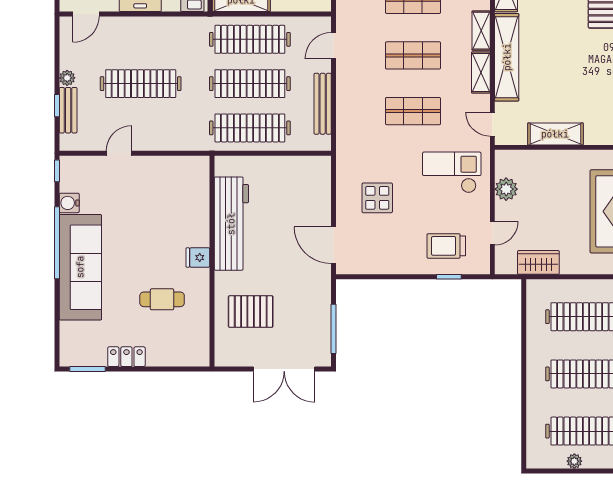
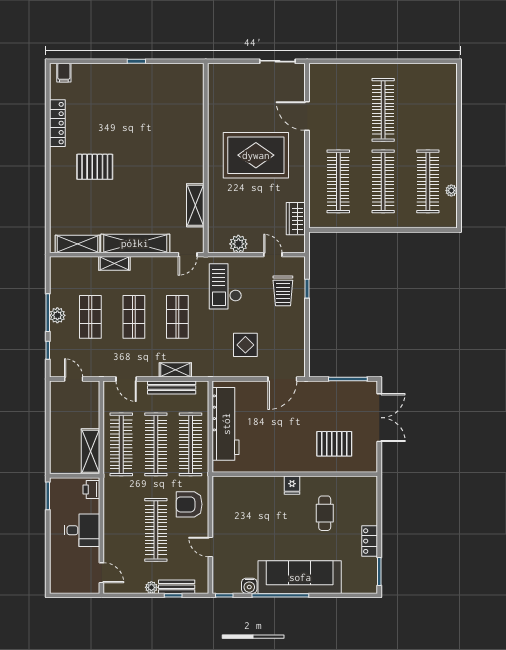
shelving: (481, 73) -> (175, 370), moved
armchair: (173, 126) -> (189, 504), added
workbench: (231, 224) -> (226, 424), moved, turned 90
pallet: (251, 312) -> (334, 444), turned 90

